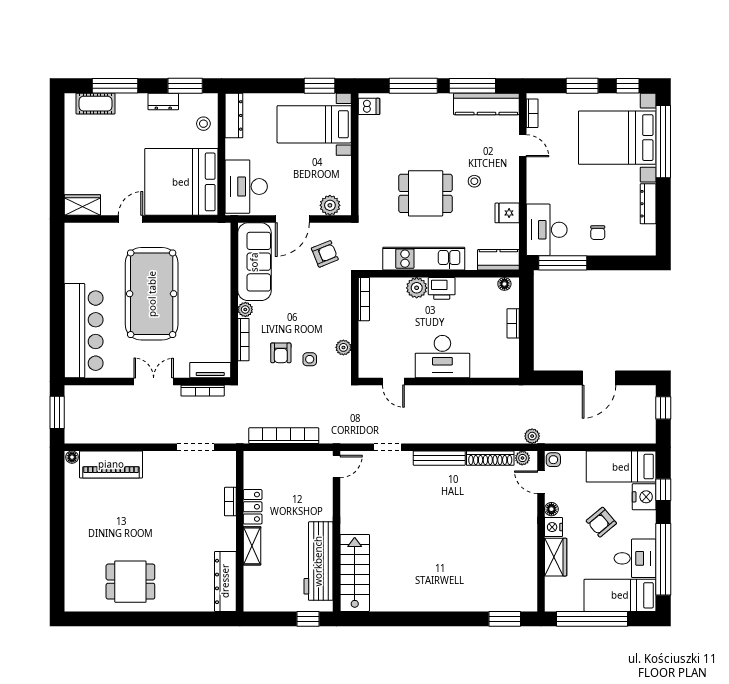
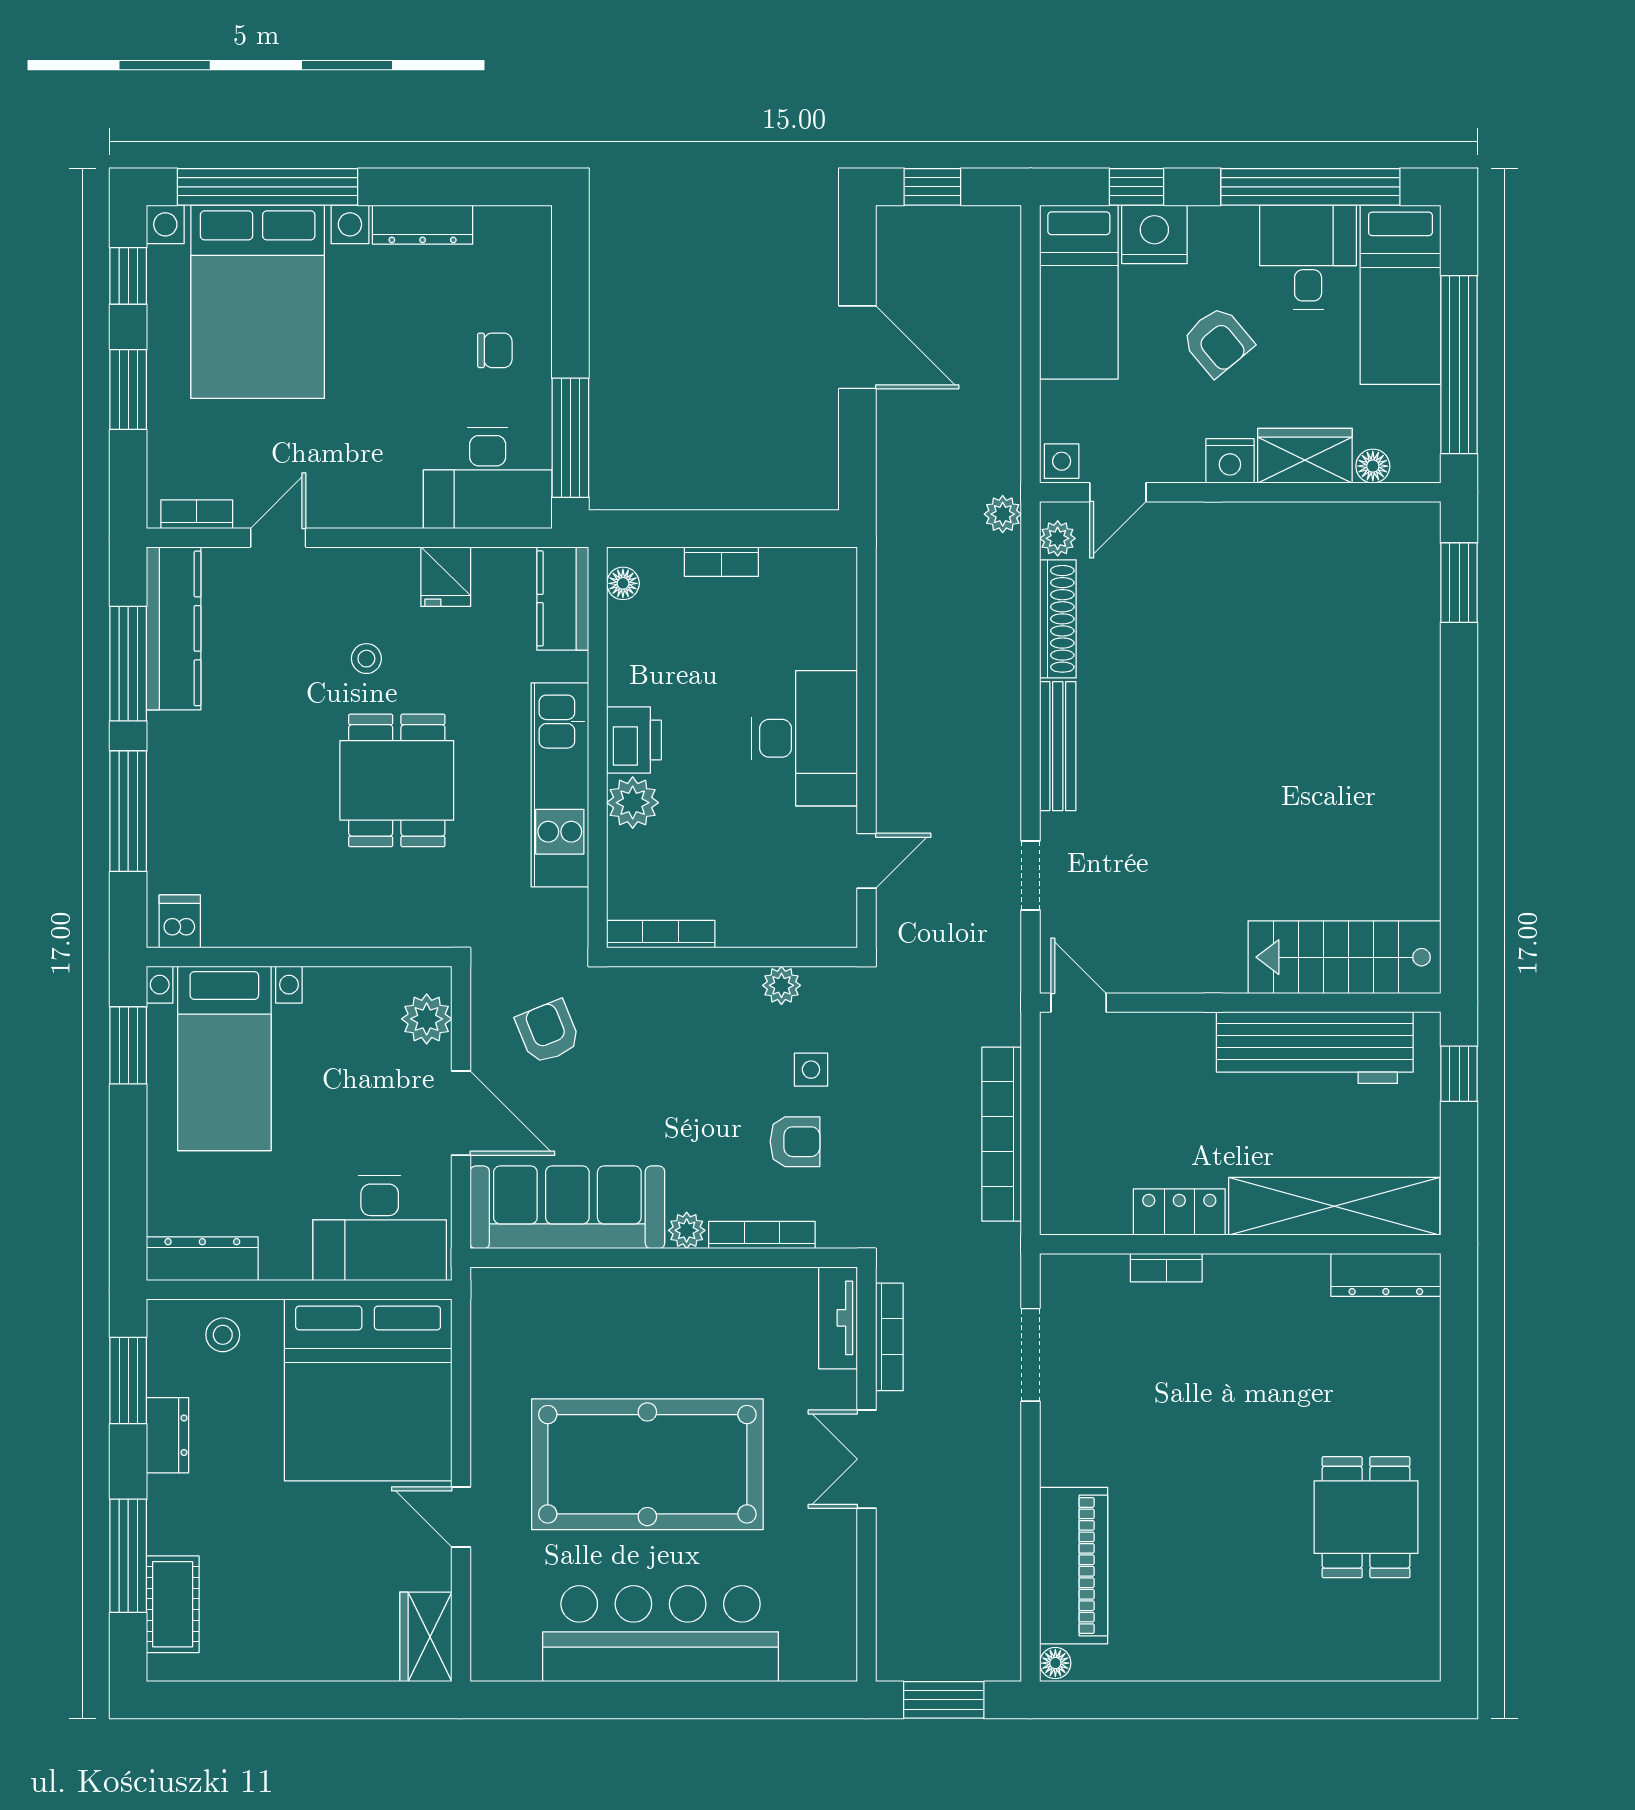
bar counter: (84, 331) -> (661, 1634), moved
floor lamp: (551, 509) -> (1373, 466), moved
shelving: (252, 546) -> (1334, 1206), width x2.20, depth x1.33
dresser: (225, 581) -> (1386, 1275), width x0.73, depth x0.80

